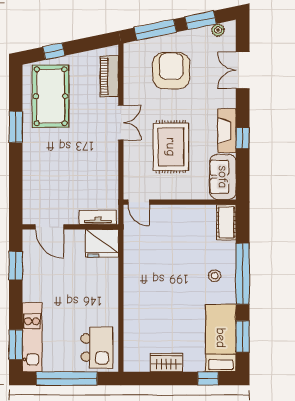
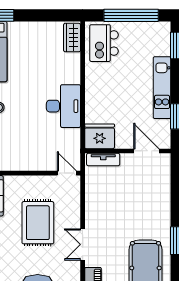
desk: (142, 277) -> (63, 106), added
kitchen unit: (32, 337) -> (162, 88), moved
wardrobe: (166, 363) -> (72, 38), moved, turned 90

